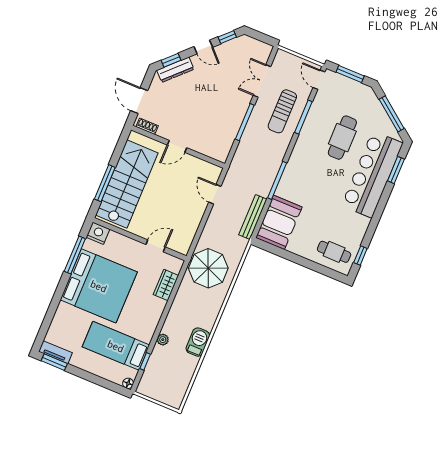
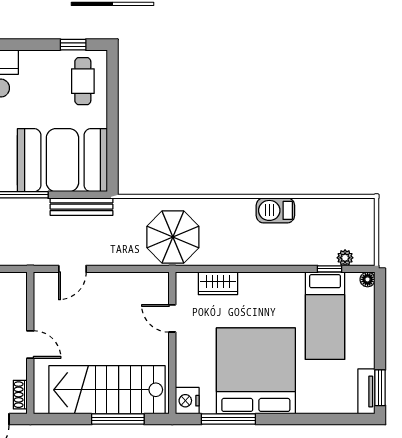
booth: (279, 222) -> (62, 160), width x1.36, depth x1.42
plant: (163, 340) -> (345, 258), moved

